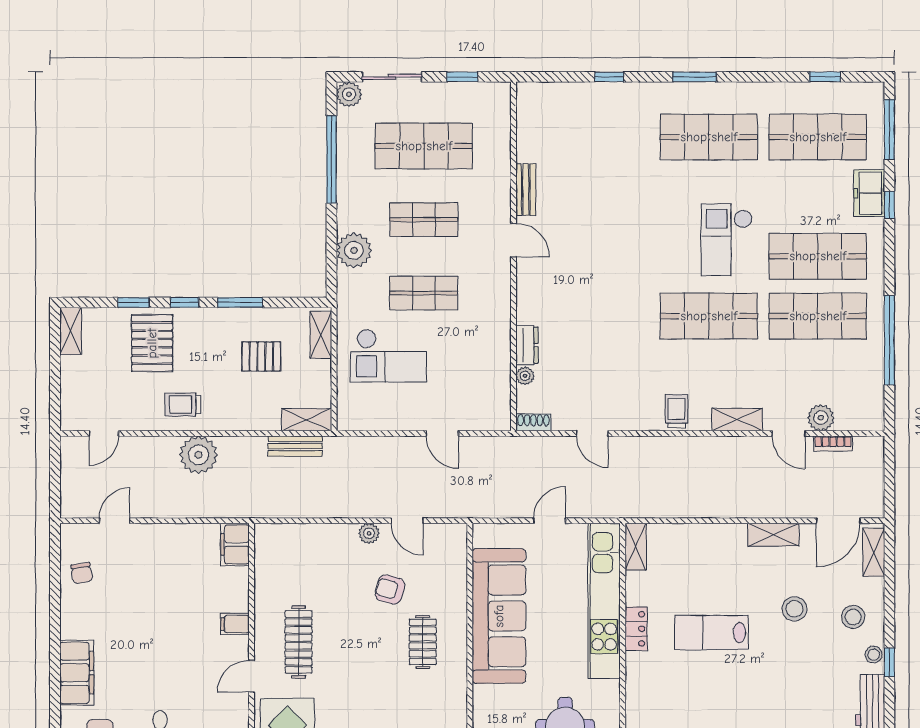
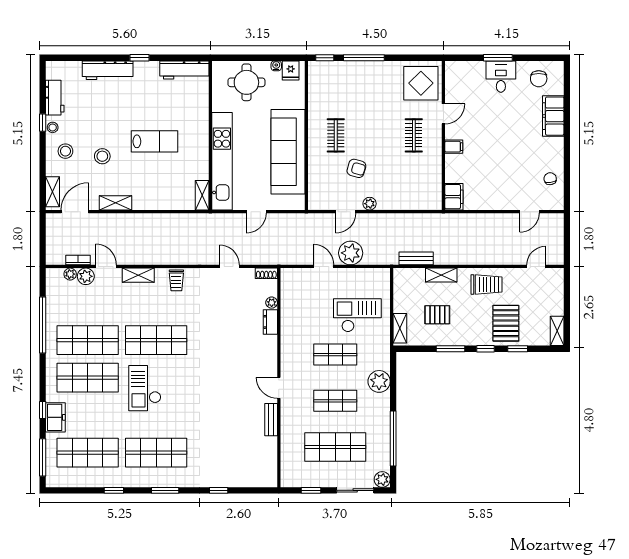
window: (825, 77) -> (114, 490), moved
checkout: (727, 240) -> (145, 388), turned 180
trolley: (183, 405) -> (487, 285), width x1.36, depth x1.39
shelving: (307, 420) -> (441, 275), moved
plant: (846, 421) -> (70, 274), added
plant: (198, 455) -> (351, 253), moved
door: (407, 521) -> (346, 212), swing flipped
locker: (636, 629) -> (202, 144), removed
clothes rail: (299, 642) -> (414, 135), width x0.73

